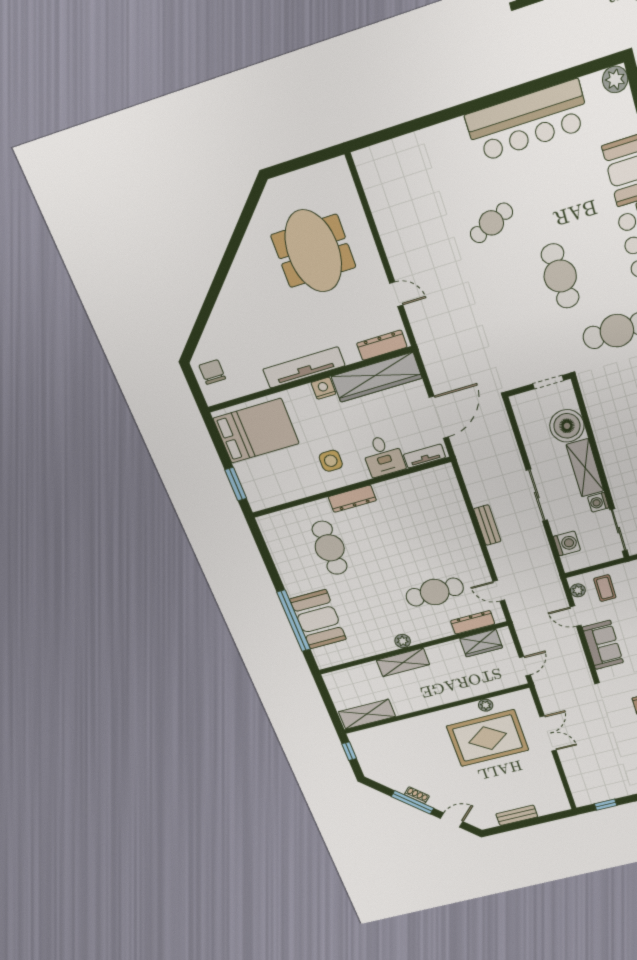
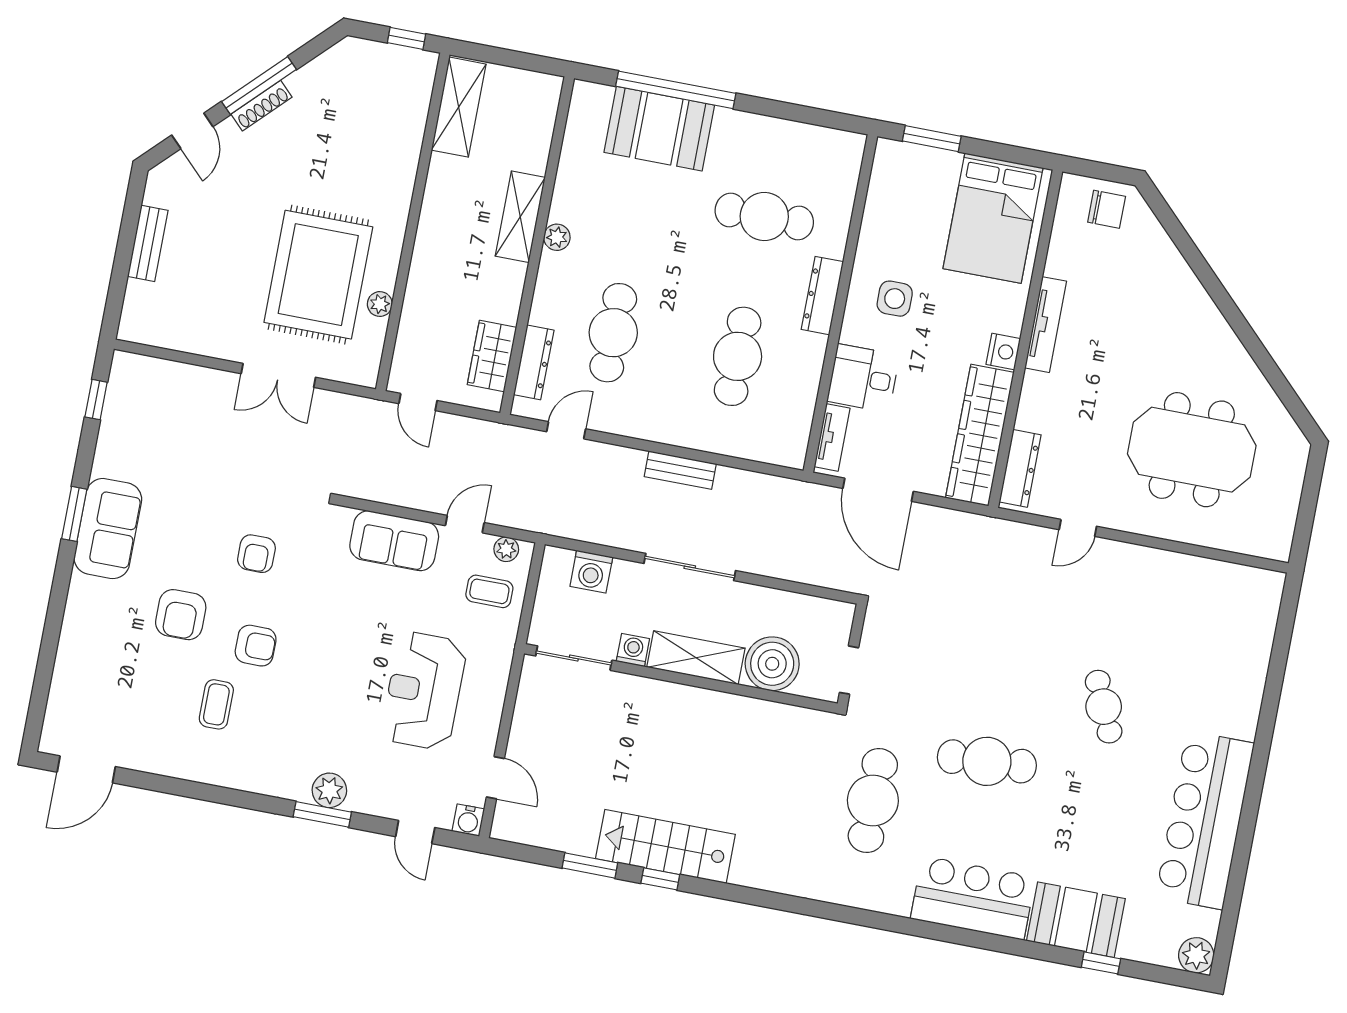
tv unit: (304, 367) -> (1046, 325), width x0.73, depth x0.78
cafe table: (410, 526) -> (738, 356), added
shoe rack: (417, 795) -> (261, 106), width x1.43

